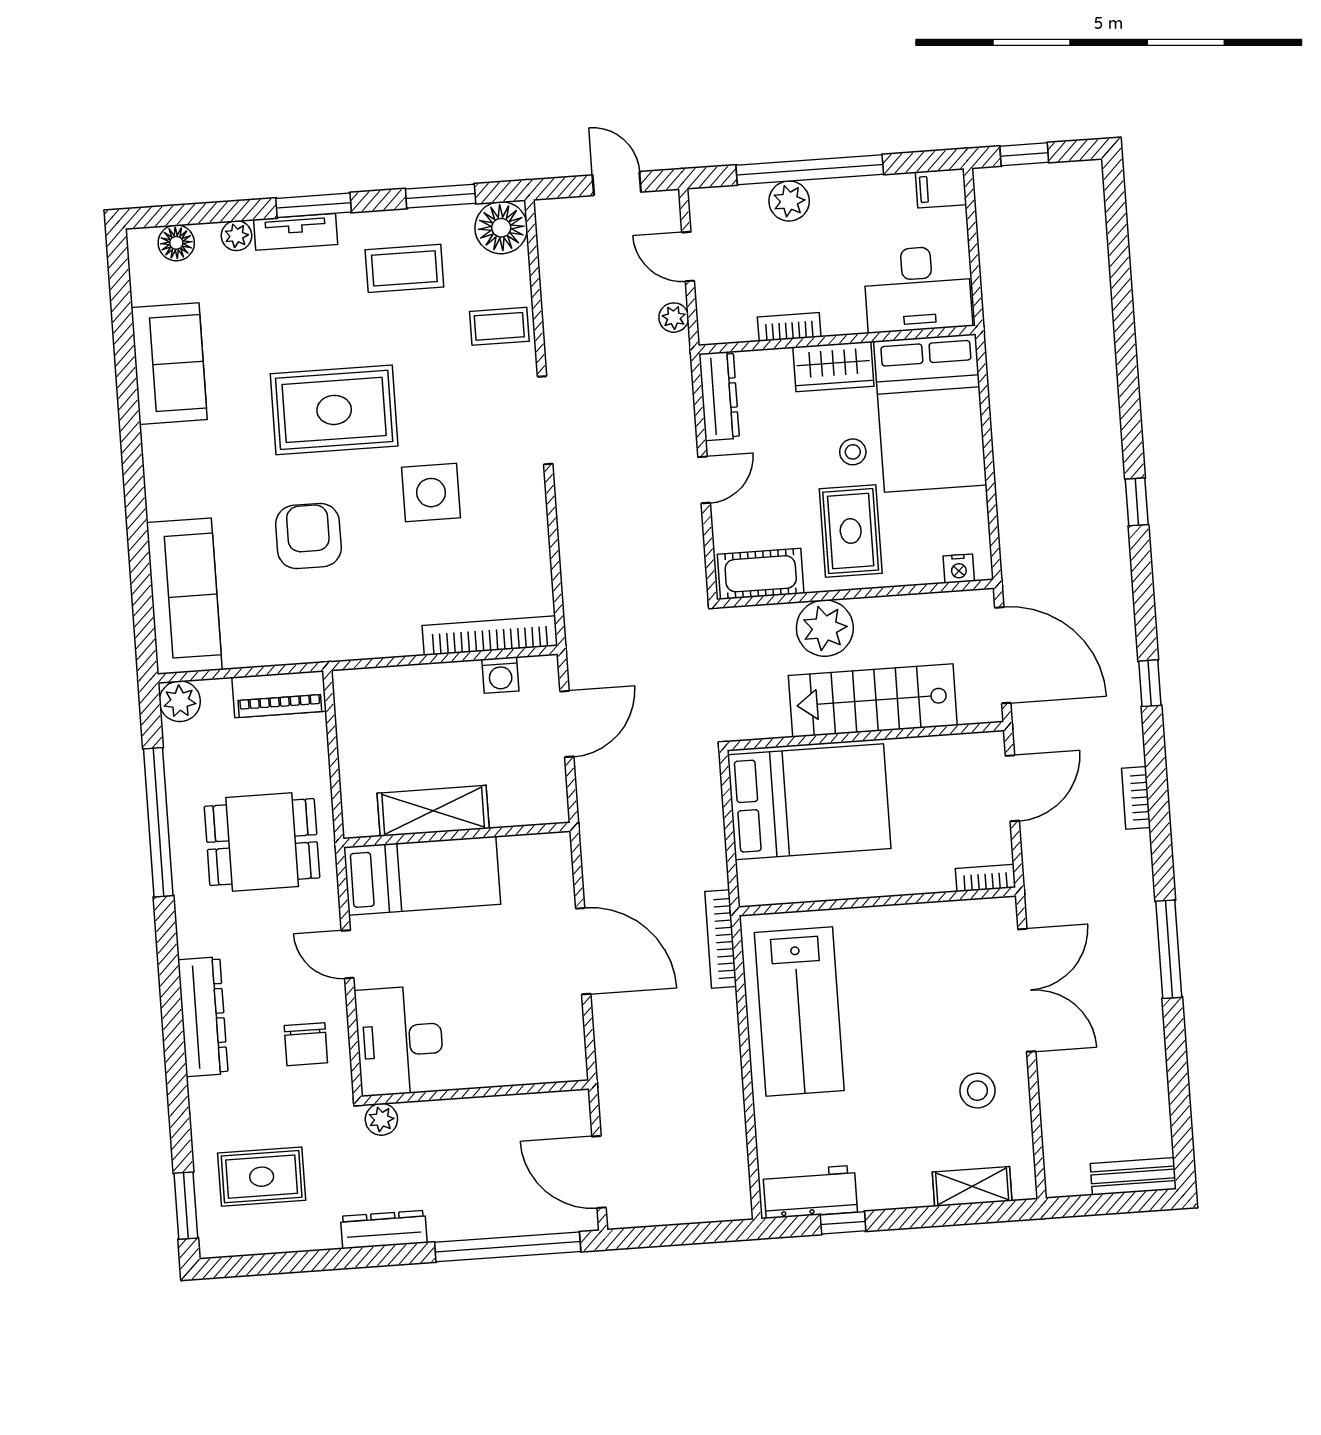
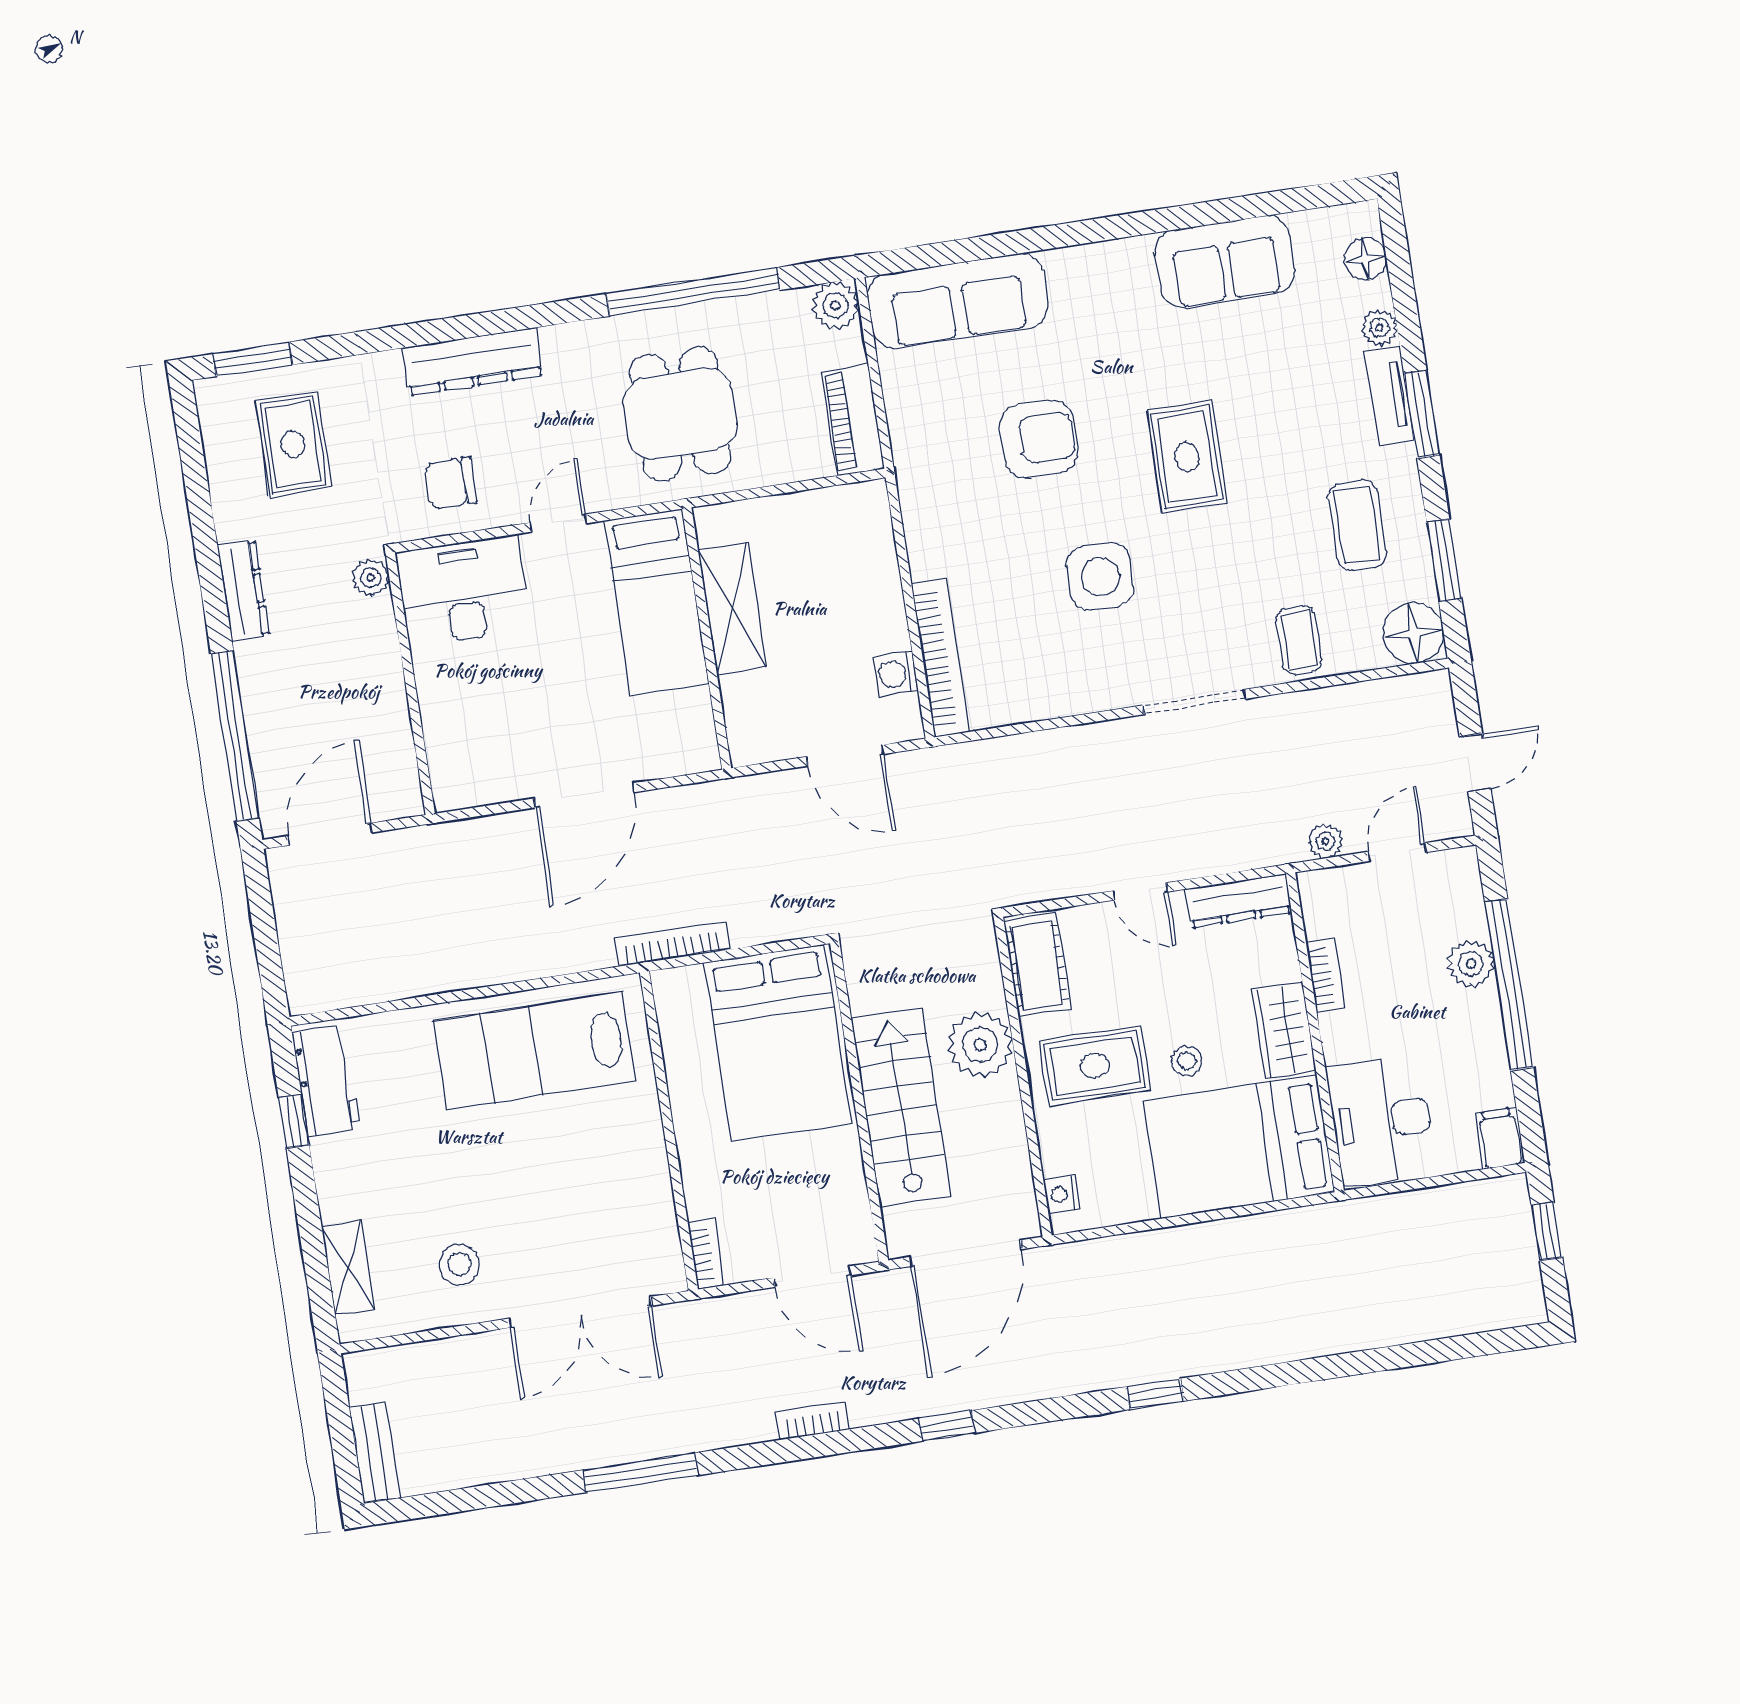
rug: (334, 410) -> (1187, 457), width x0.73, depth x0.70
bookcase: (721, 939) -> (672, 944), moved

